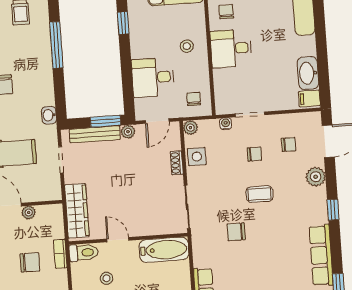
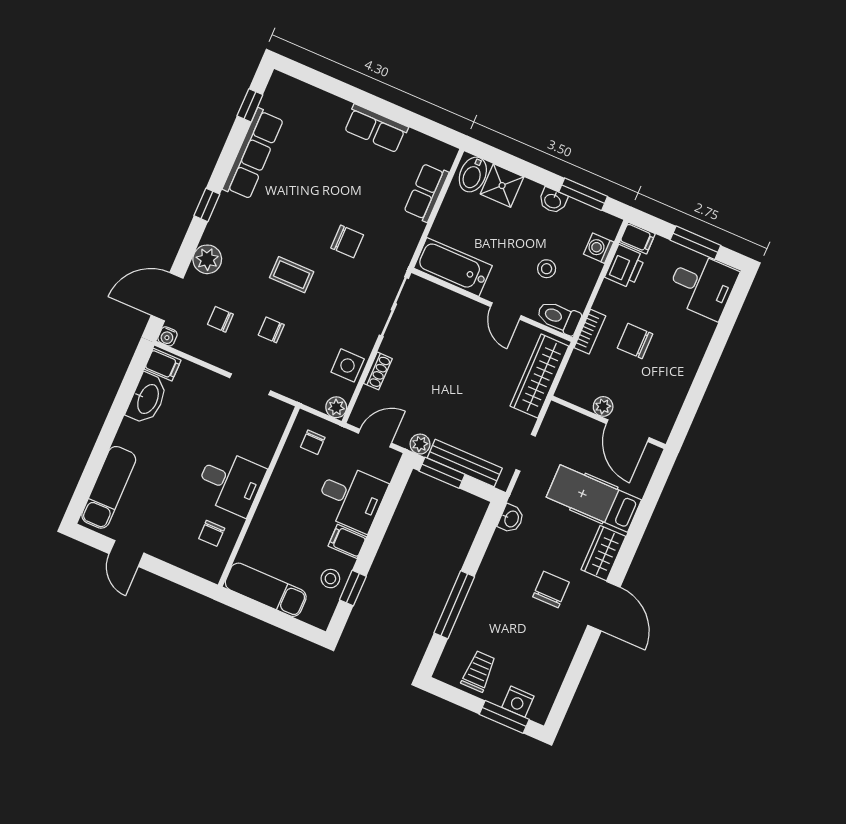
stool: (187, 46) -> (330, 579), moved
filing cabinet: (141, 50) -> (347, 541), added
water cooler: (226, 124) -> (167, 336), moved

